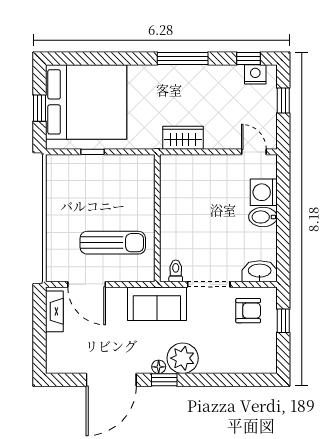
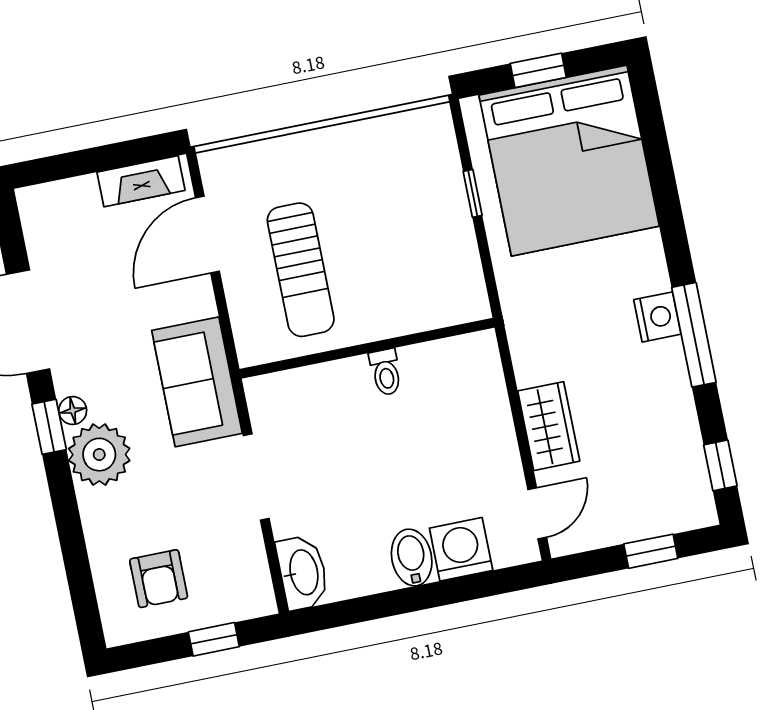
nightstand: (255, 74) -> (657, 317), moved
wardrobe: (183, 138) -> (549, 426), moved
toilet: (176, 271) -> (386, 372), moved, turned 90
armchair: (248, 311) -> (159, 579), moved

